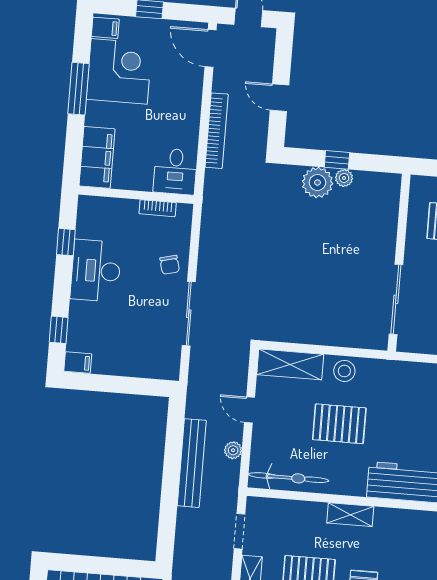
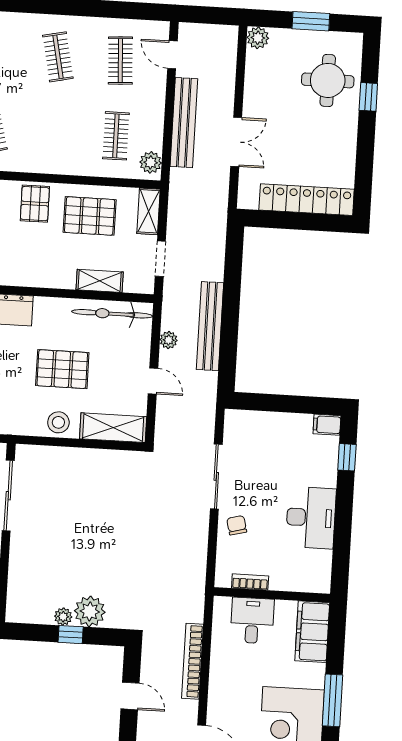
desk: (175, 171) -> (252, 620), moved
window: (66, 242) -> (342, 546), removed
shelving: (350, 515) -> (100, 281), moved

